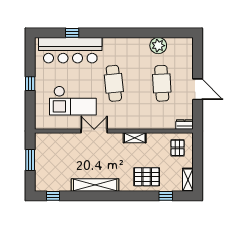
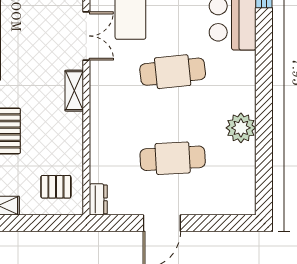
plant: (158, 46) -> (241, 128), moved
shelving: (135, 138) -> (74, 91), moved

